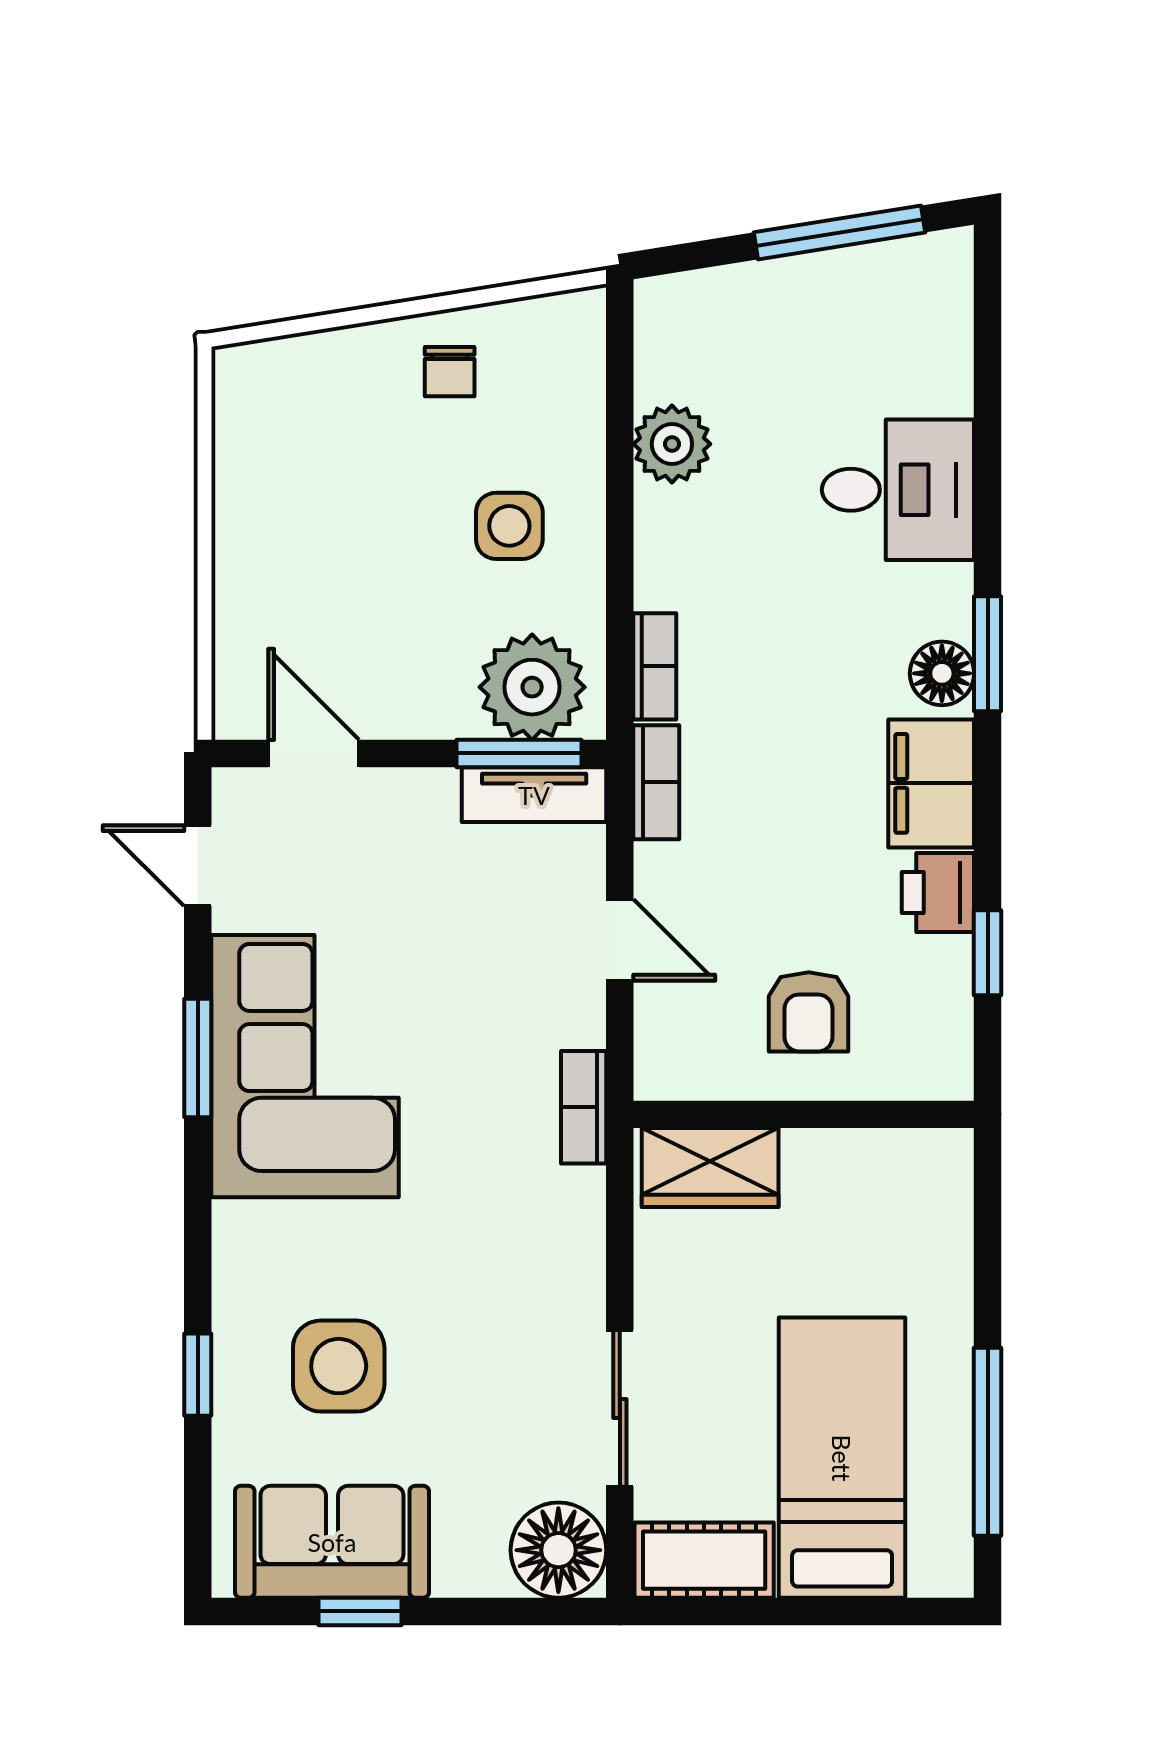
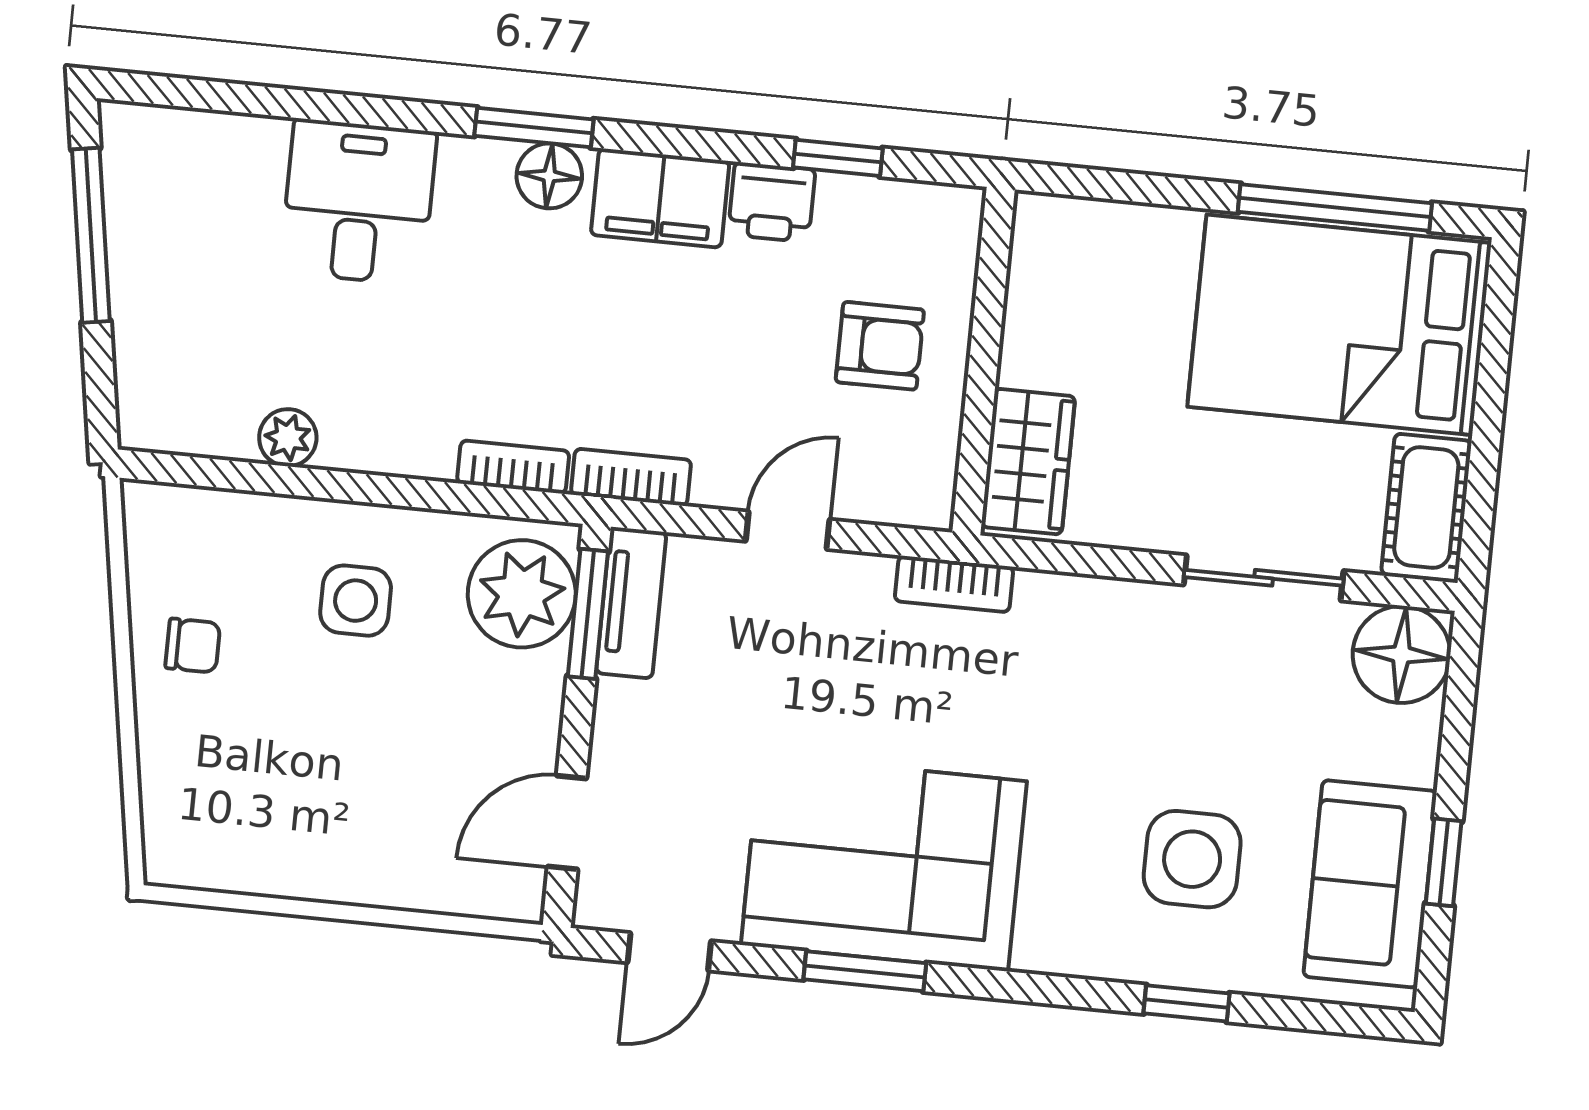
plant: (672, 444) -> (288, 438), width x0.73, depth x0.73
bed: (842, 1458) -> (1339, 325), width x1.50

